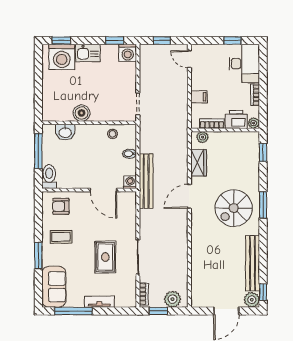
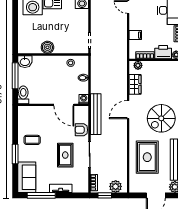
washbasin: (65, 132) -> (25, 62), moved
bench: (146, 181) -> (96, 114), moved
armchair: (61, 206) -> (81, 130), moved
rug: (215, 260) -> (147, 157), added

